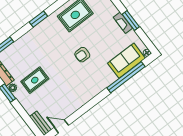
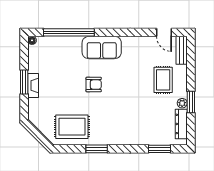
window: (38, 19) -> (97, 149), moved
sofa: (126, 61) -> (102, 48), moved
rug: (35, 80) -> (163, 80), moved, turned 90

